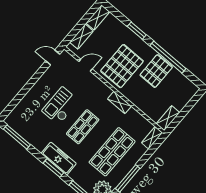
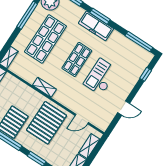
door: (53, 57) -> (124, 108), moved
window: (14, 103) -> (146, 74), added
checkout: (61, 106) -> (101, 77), turned 180

